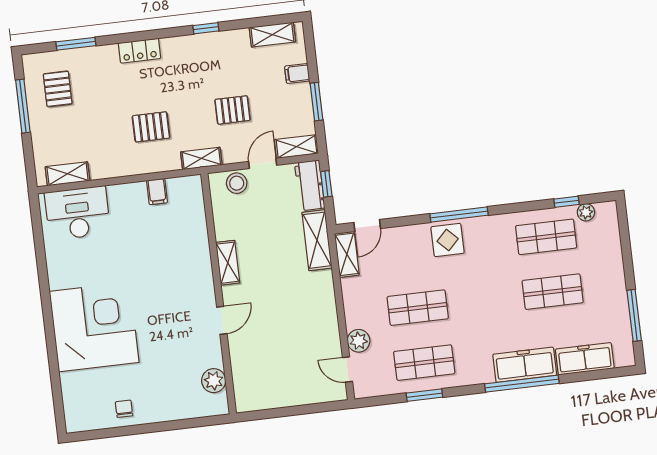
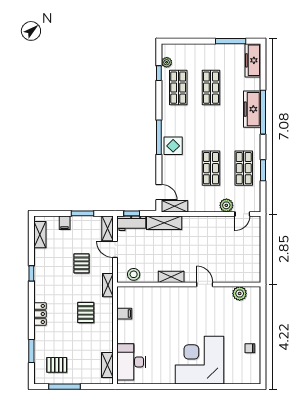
stool: (237, 183) -> (134, 274), moved
freezer: (585, 359) -> (253, 60), moved

